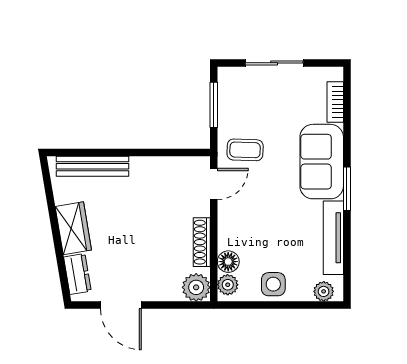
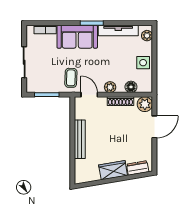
bench: (93, 166) -> (80, 139), moved
plant: (228, 285) -> (110, 87), moved
door: (121, 305) -> (154, 127), moved

